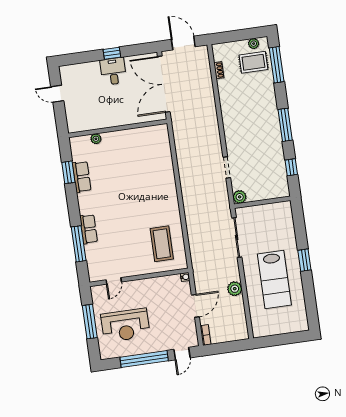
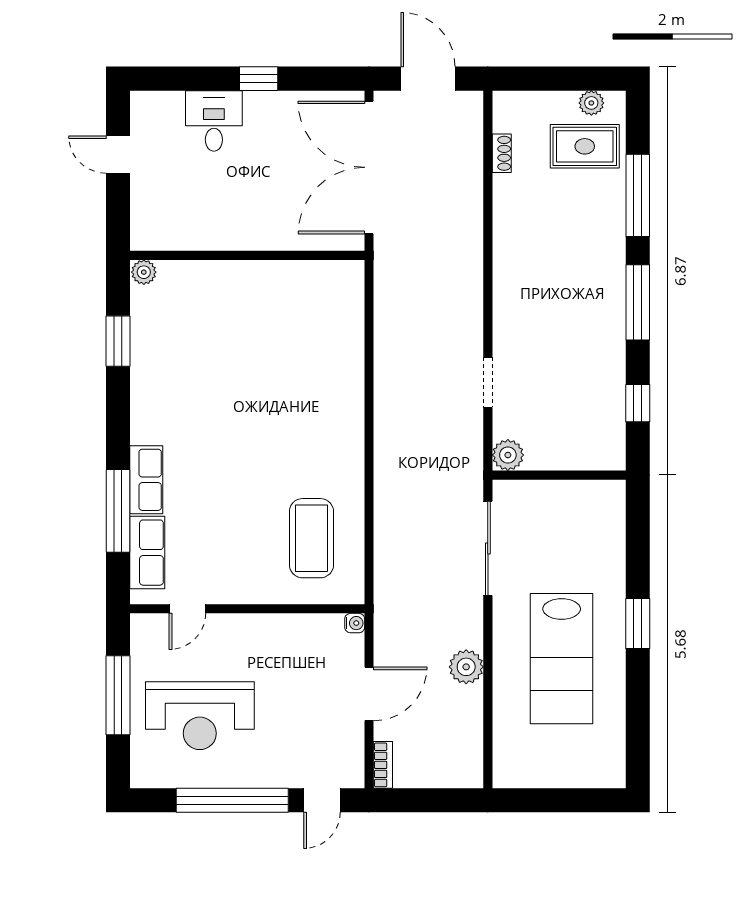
window: (277, 65) -> (638, 195), moved
desk: (113, 71) -> (214, 121), moved
plant: (96, 139) -> (144, 272), moved
row of seats: (82, 177) -> (147, 553), moved

